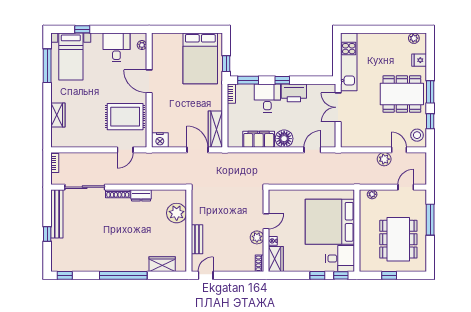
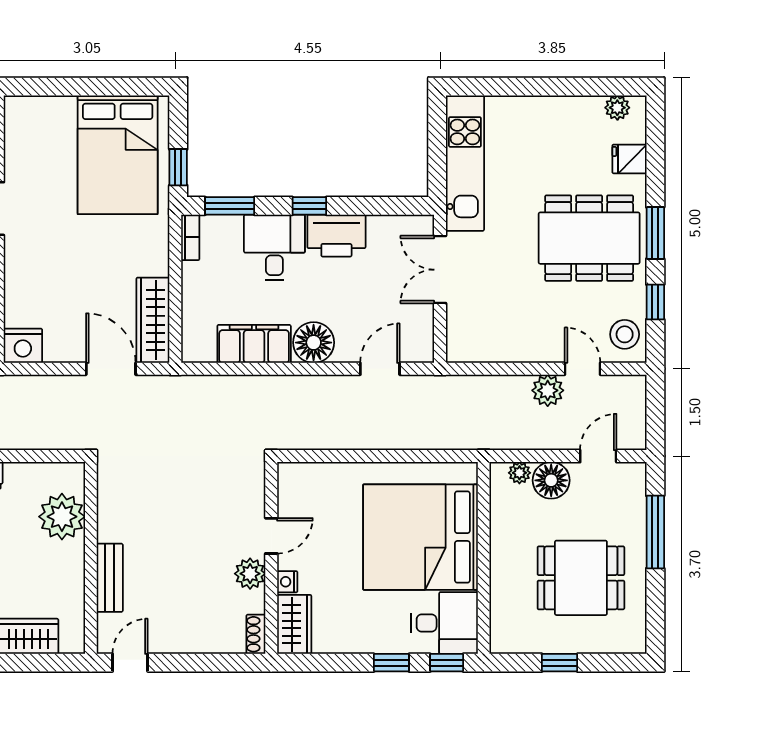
floor lamp: (386, 198) -> (551, 480), added
dining table: (398, 239) -> (581, 578), width x0.73

